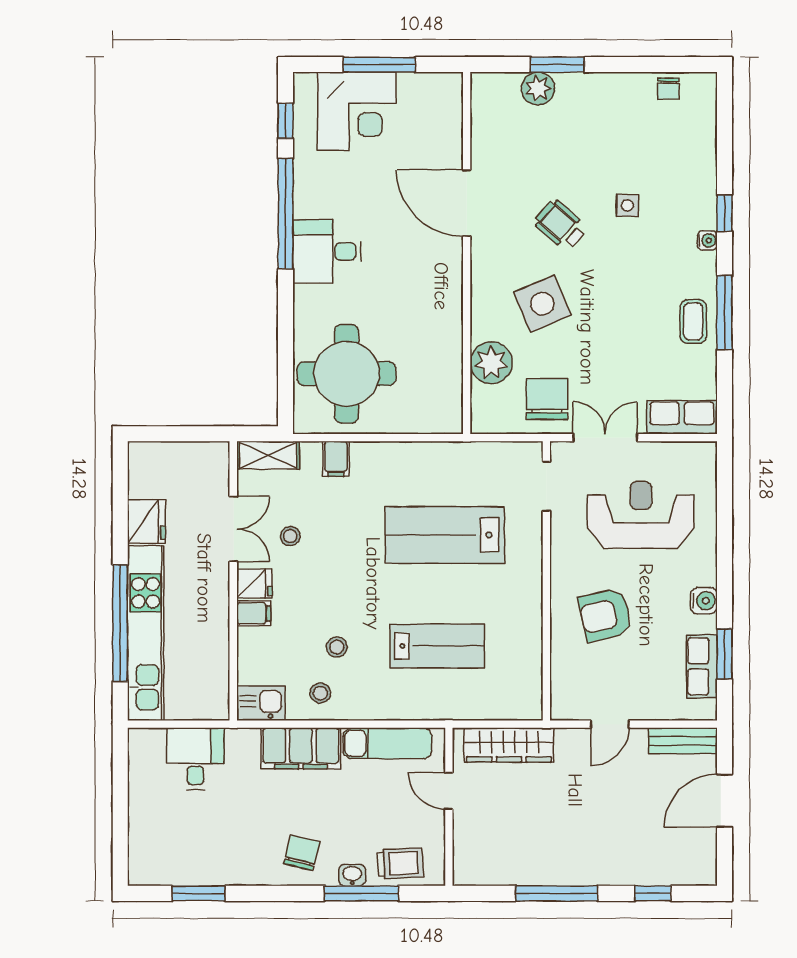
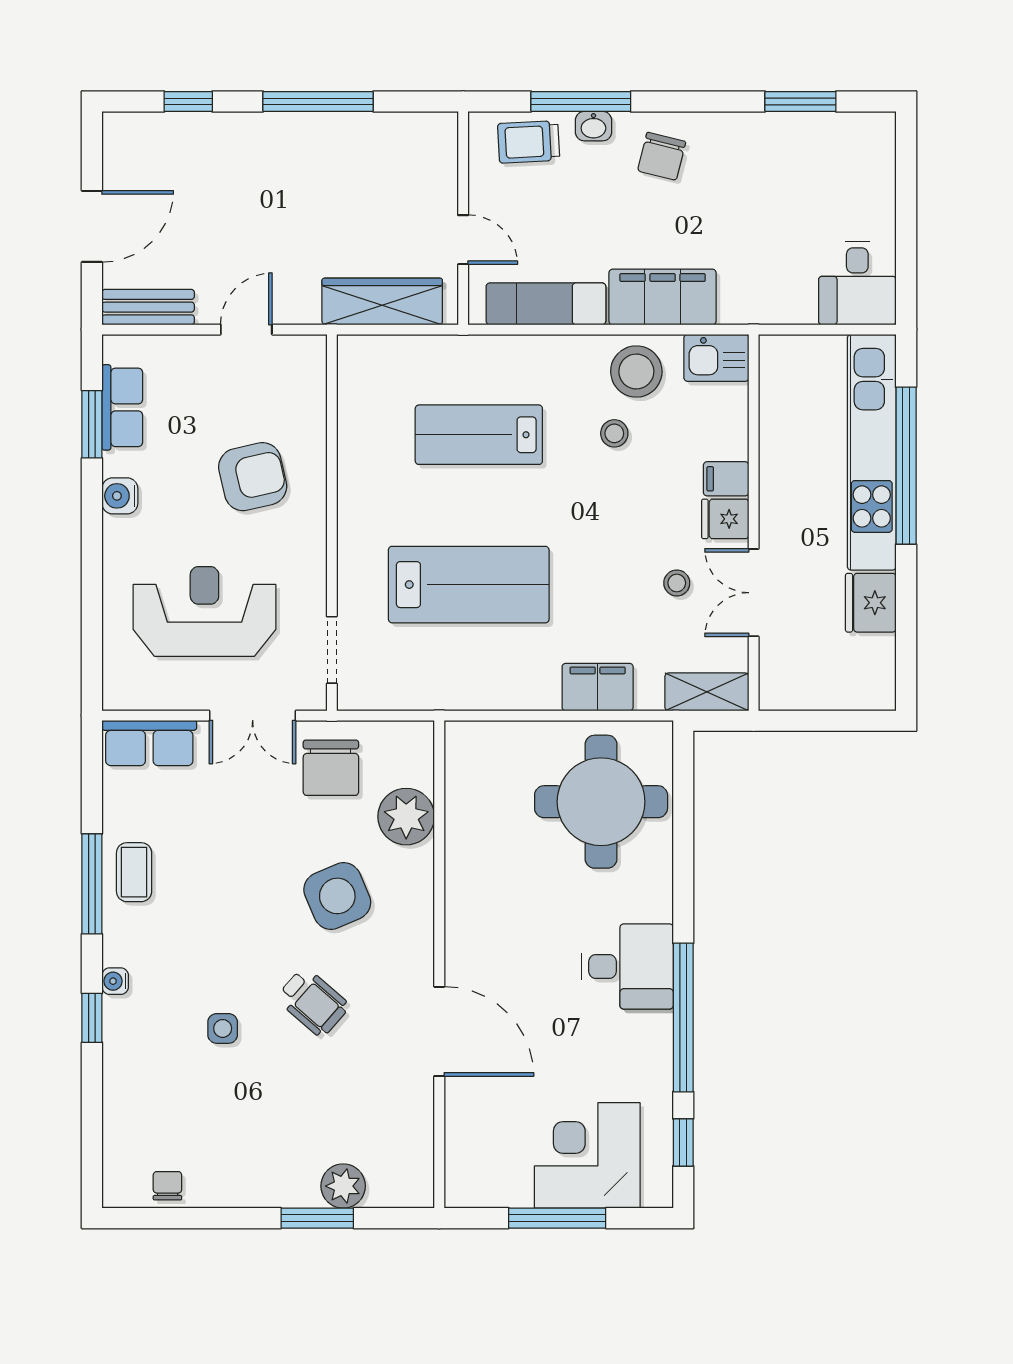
filing cabinet: (336, 459) -> (598, 687), width x2.00
reception desk: (641, 515) -> (204, 611), turned 180
stool: (320, 693) -> (636, 371), width x1.89, depth x1.89
desk: (195, 759) -> (857, 283), moved

